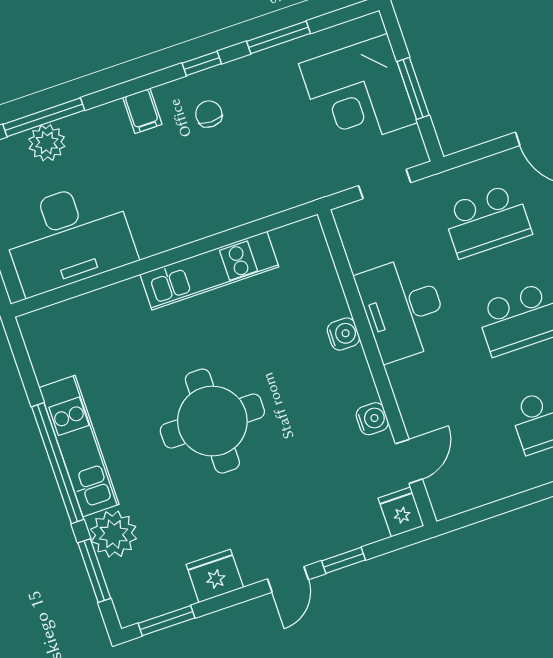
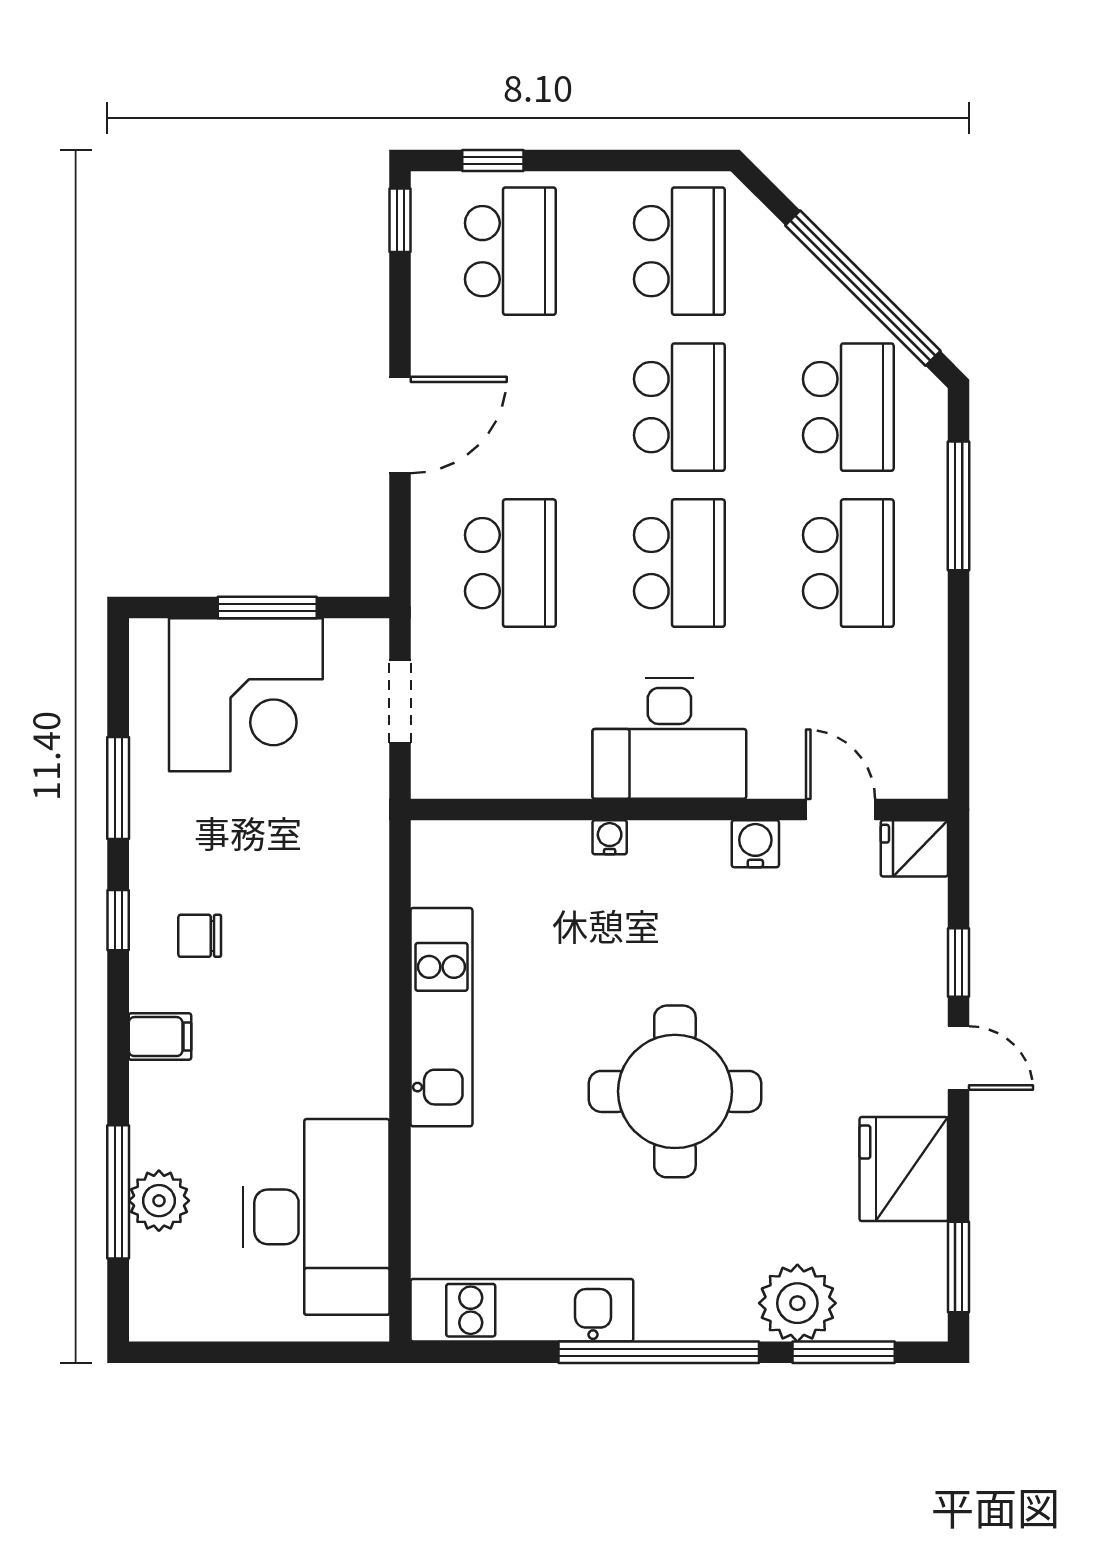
desk: (403, 309) -> (669, 739), moved
water cooler: (343, 334) -> (610, 837), width x0.72, depth x0.72
kitchen unit: (79, 446) -> (522, 1310), moved
fridge: (215, 576) -> (904, 1169), width x1.36, depth x1.34

